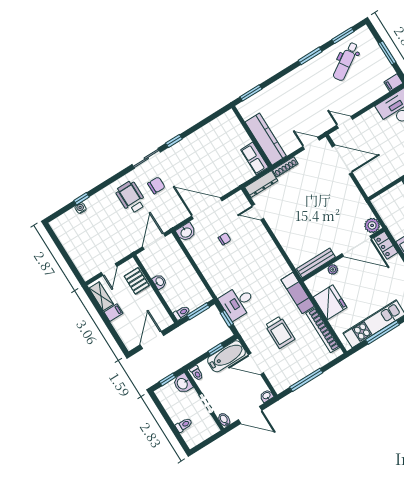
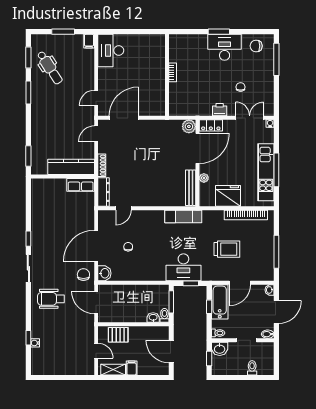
chair: (156, 185) -> (83, 275), moved
washbasin: (159, 282) -> (153, 318), moved
exam couch: (298, 293) -> (183, 216), moved
desk: (238, 302) -> (183, 267), width x1.37

